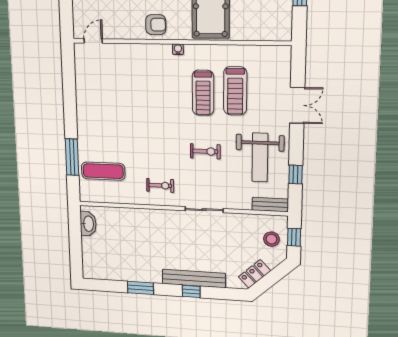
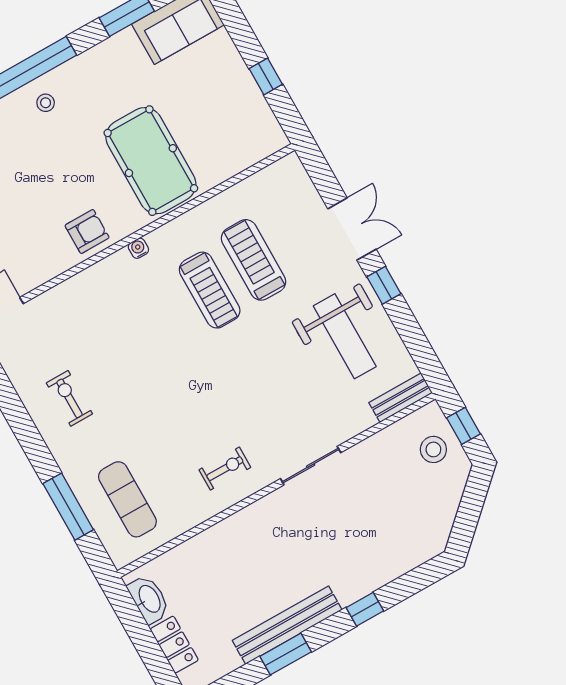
treadmill: (235, 91) -> (254, 260), turned 180
exercise bike: (205, 151) -> (69, 398), moved, turned -90
exercise mat: (103, 171) -> (127, 499), turned 90
window: (296, 175) -> (384, 285), moved
locker: (254, 274) -> (174, 645), moved, turned 133
bench: (194, 278) -> (287, 625), moved

